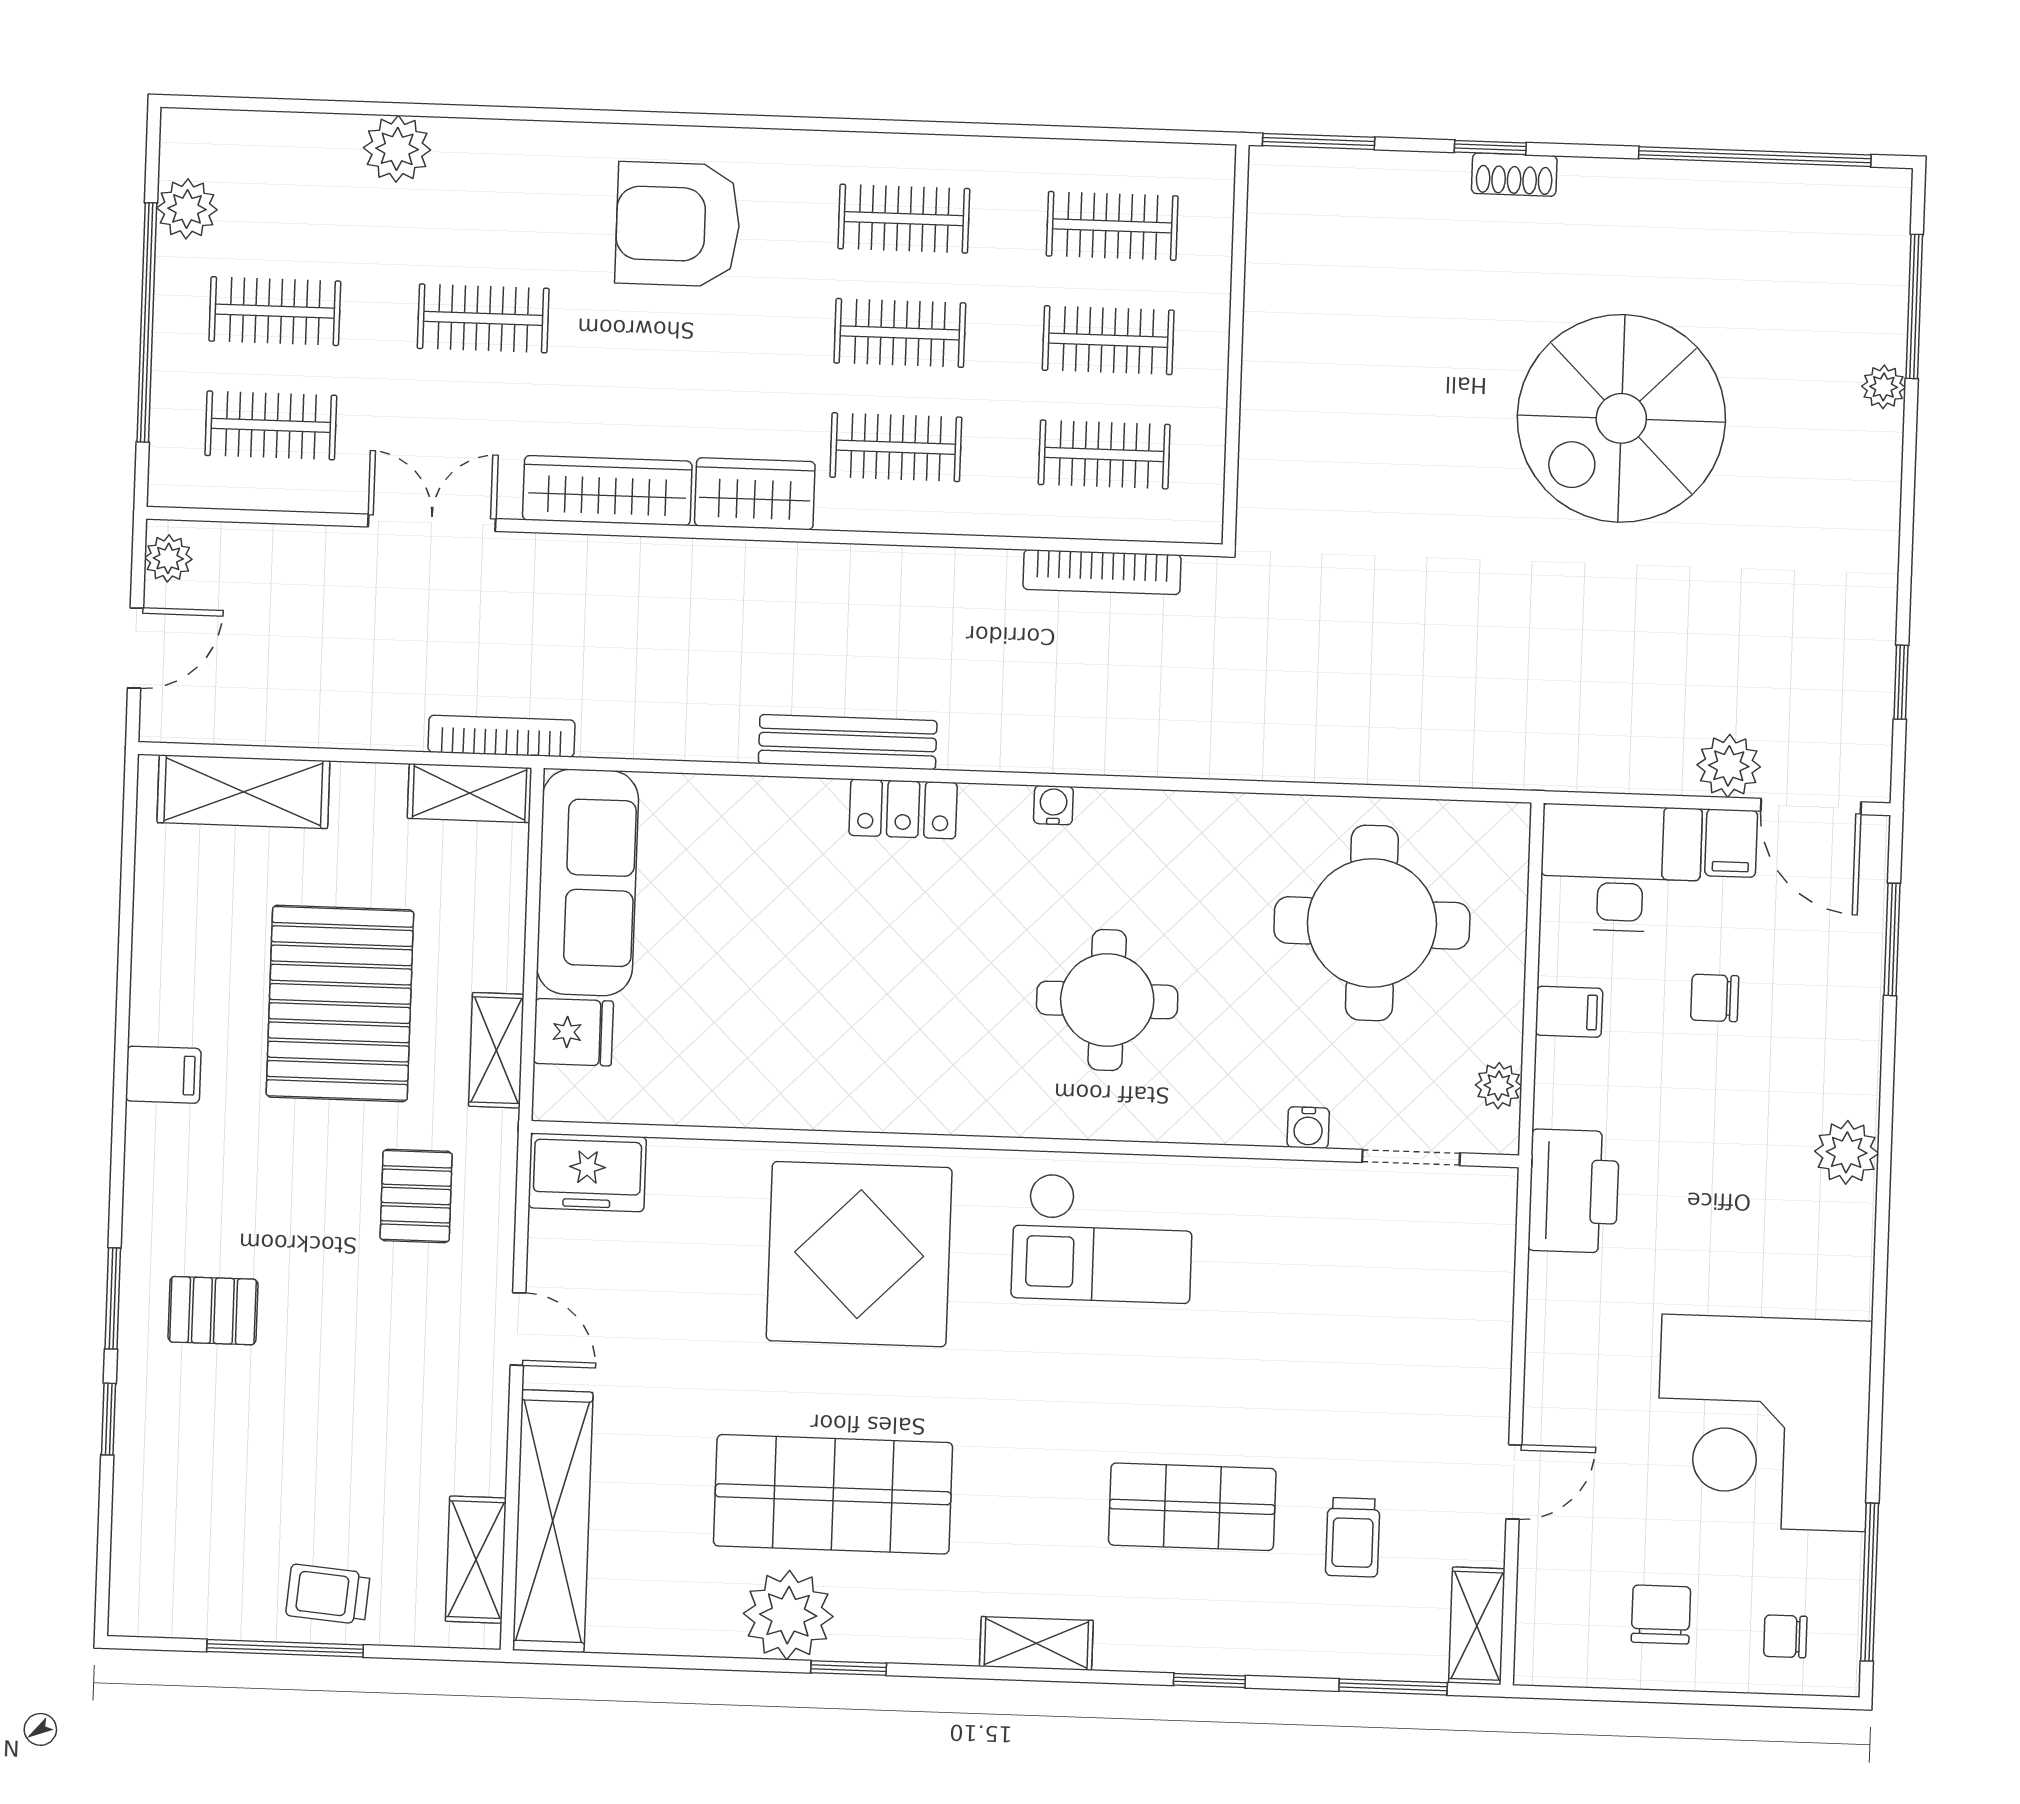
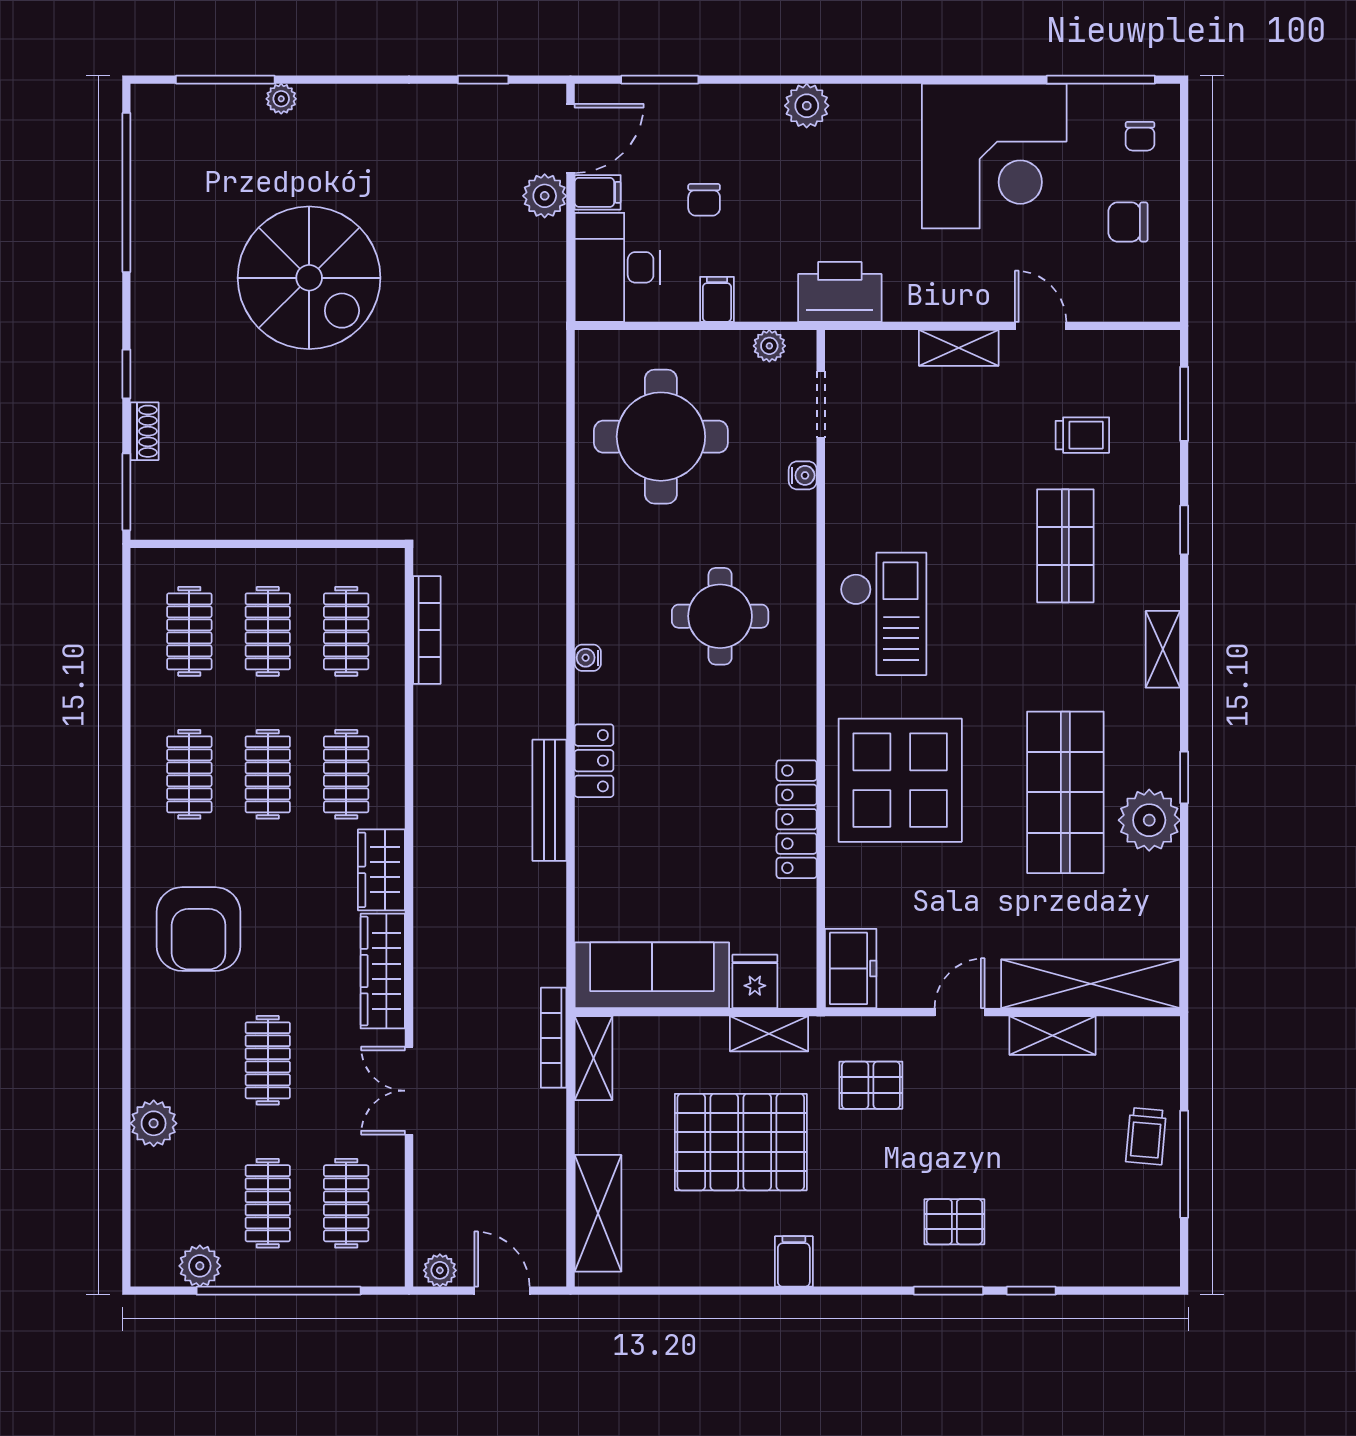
shoe rack: (1514, 175) -> (145, 431), moved
locker: (807, 1101) -> (797, 819), added
pallet: (213, 1311) -> (954, 1222), turned 90
shelving: (476, 1560) -> (1052, 1036), moved
shelving: (1477, 1626) -> (959, 348), moved

